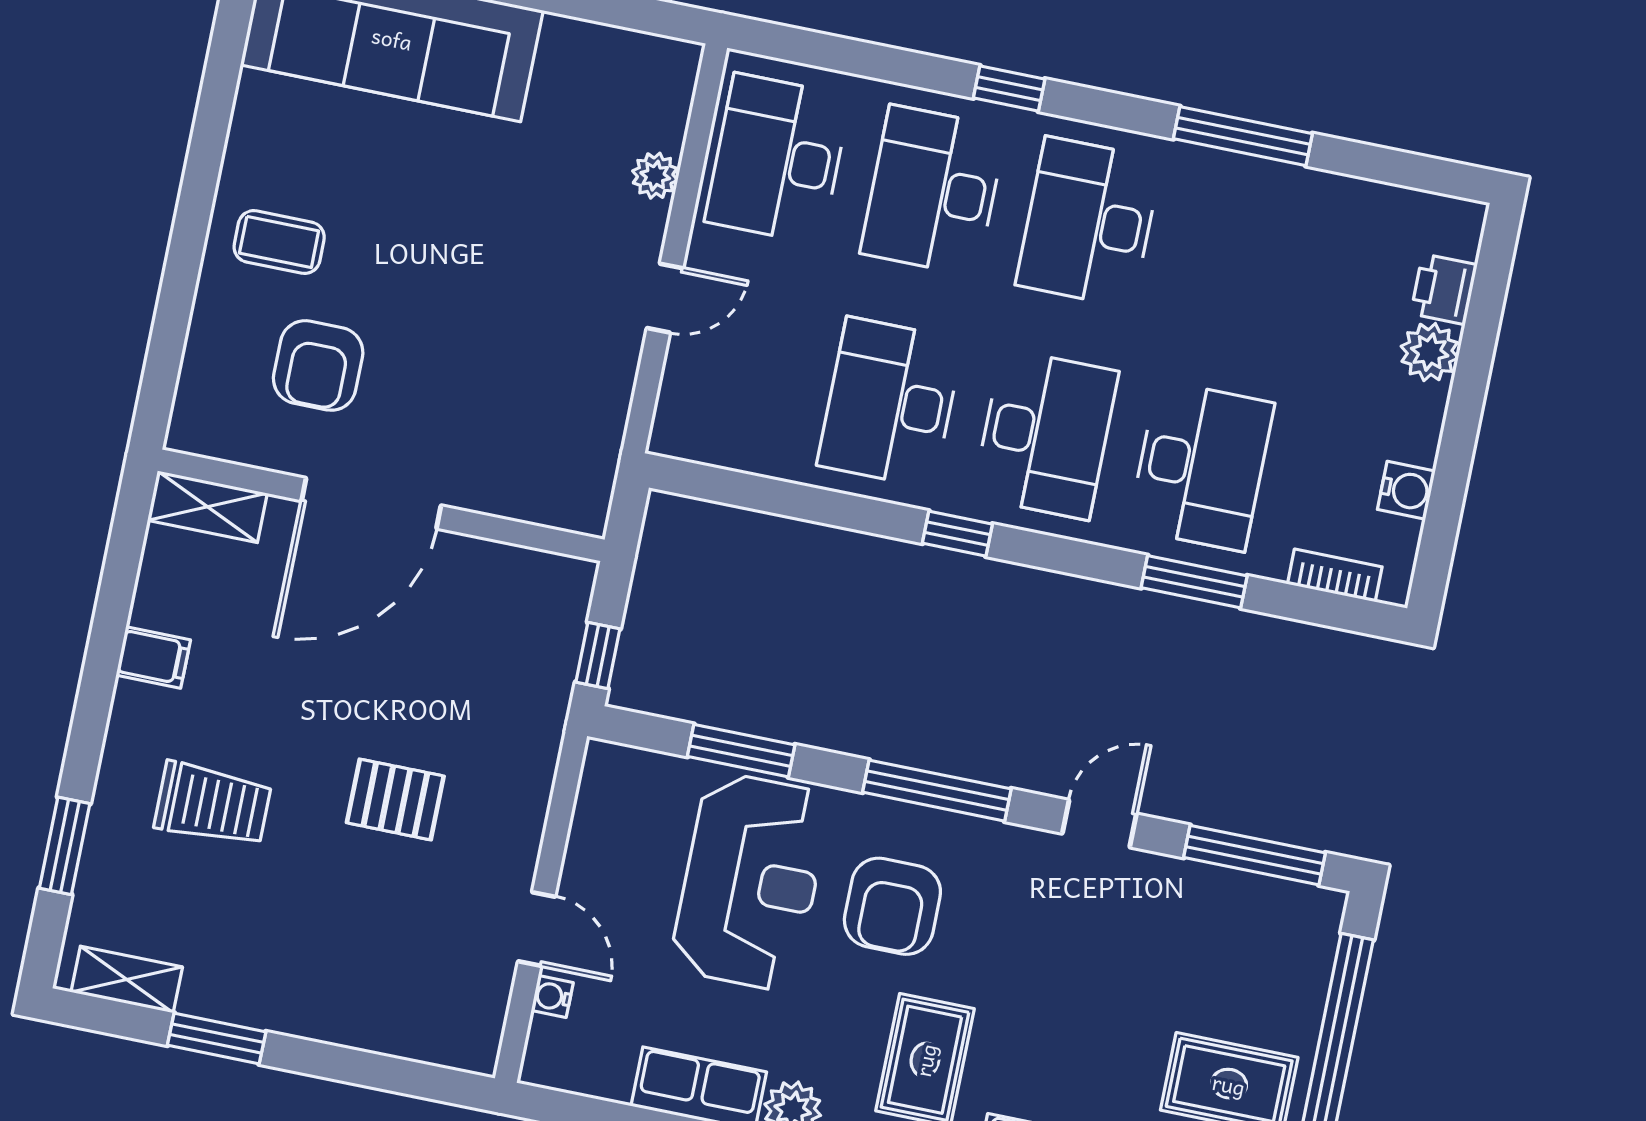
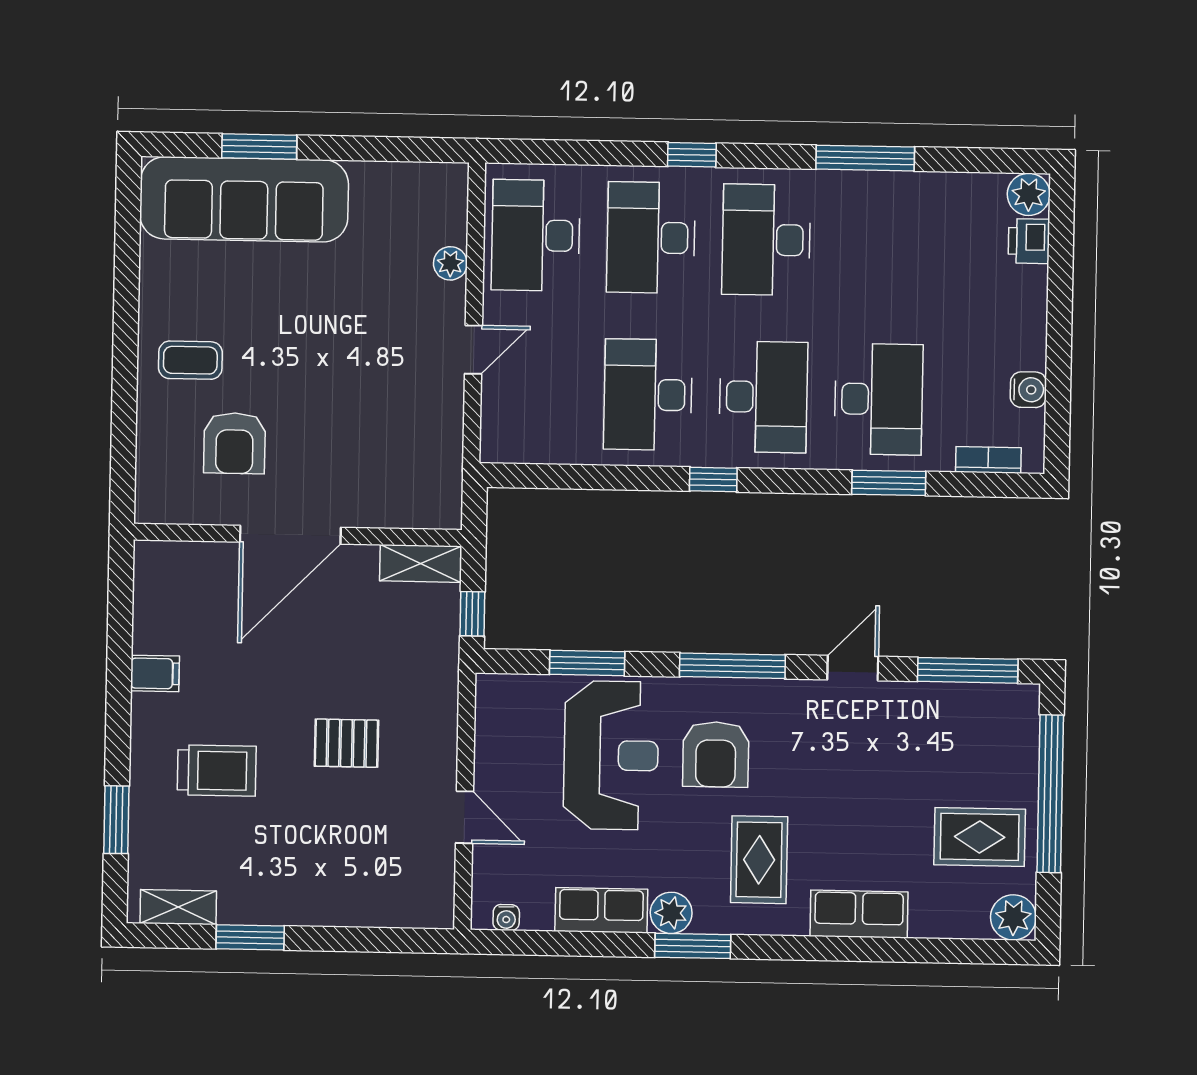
plant: (1430, 352) -> (1029, 194), moved
shelving: (207, 507) -> (421, 563), moved
water cooler: (552, 996) -> (506, 917), moved, turned -90

